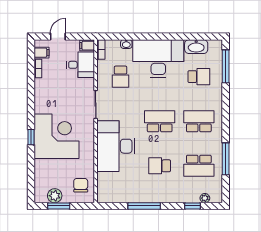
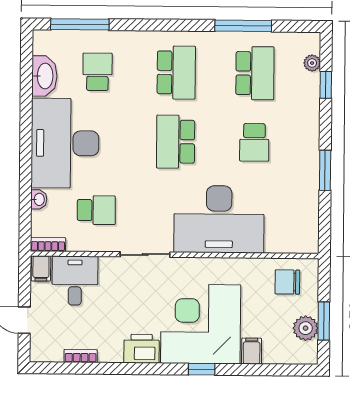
filing cabinet: (41, 53) -> (252, 351), moved
printer: (42, 103) -> (142, 349), added
school desk: (199, 121) -> (176, 72), turned 180
window: (144, 206) -> (325, 170), width x0.69

